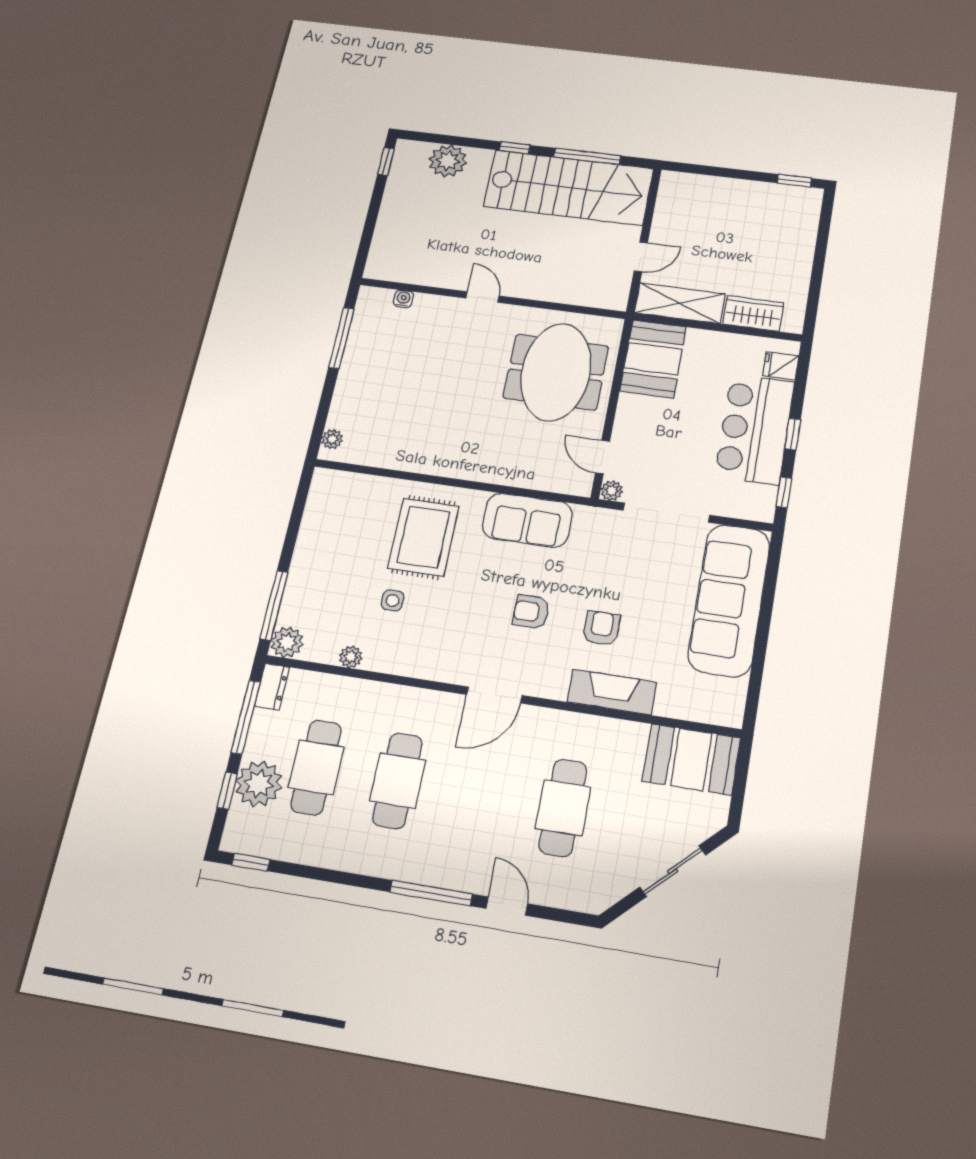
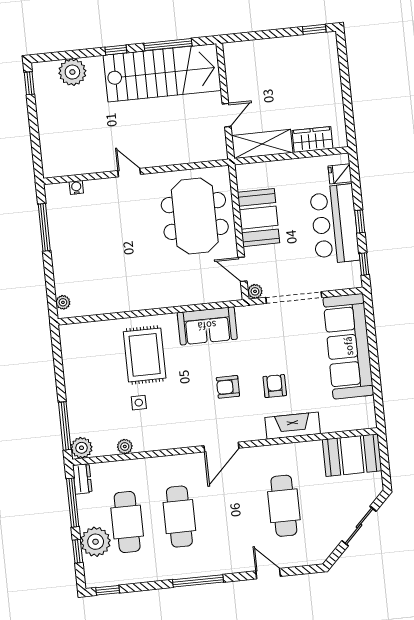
booth: (653, 359) -> (259, 218), moved
window: (431, 893) -> (198, 581), moved

